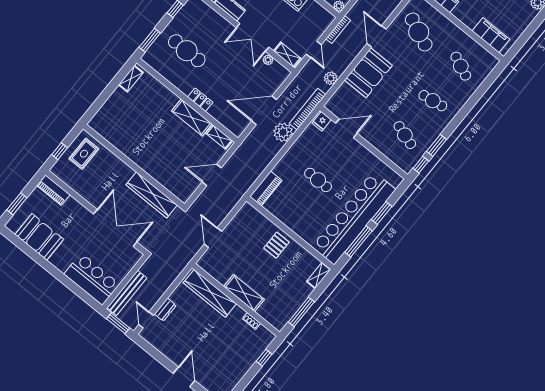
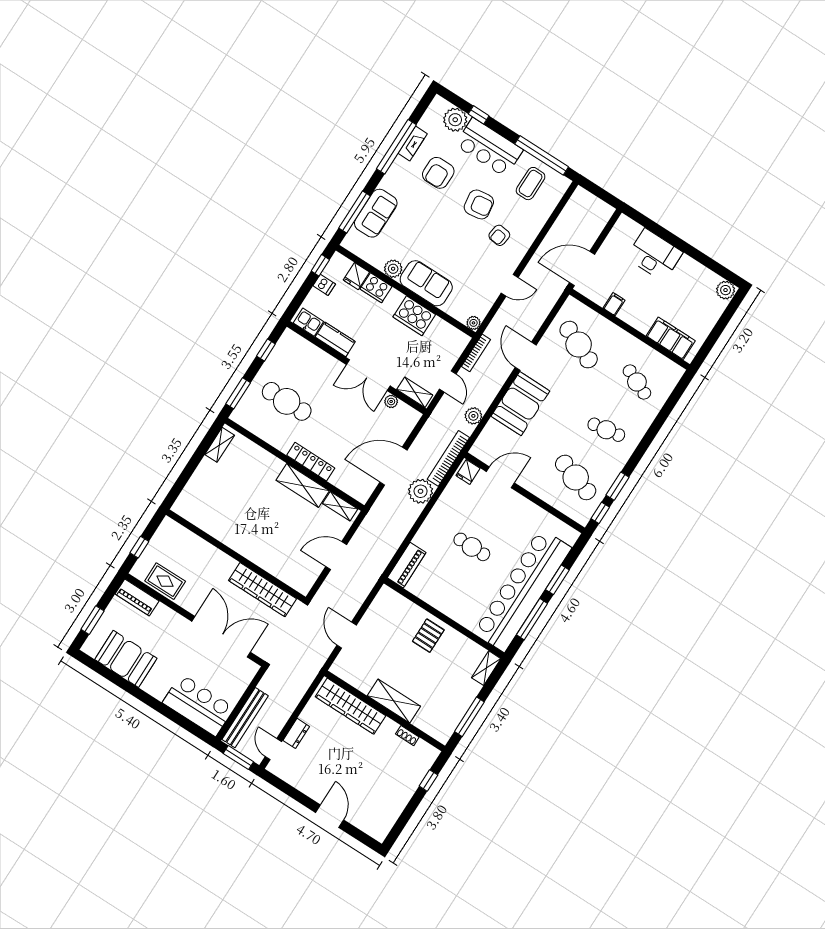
locker: (200, 100) -> (311, 462), width x1.53
cafe table: (405, 135) -> (576, 477), width x1.37, depth x1.35
rug: (84, 154) -> (165, 581), moved, turned 90

